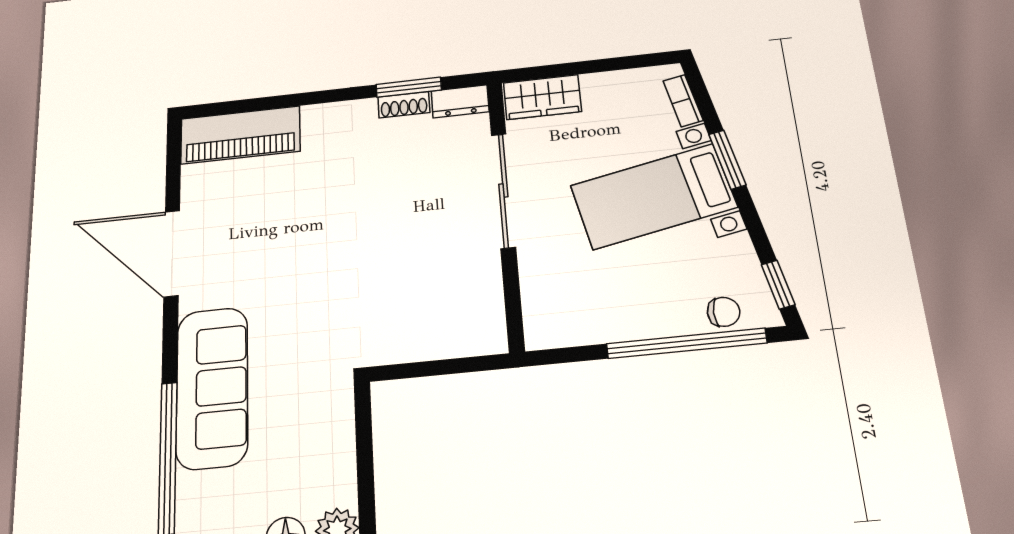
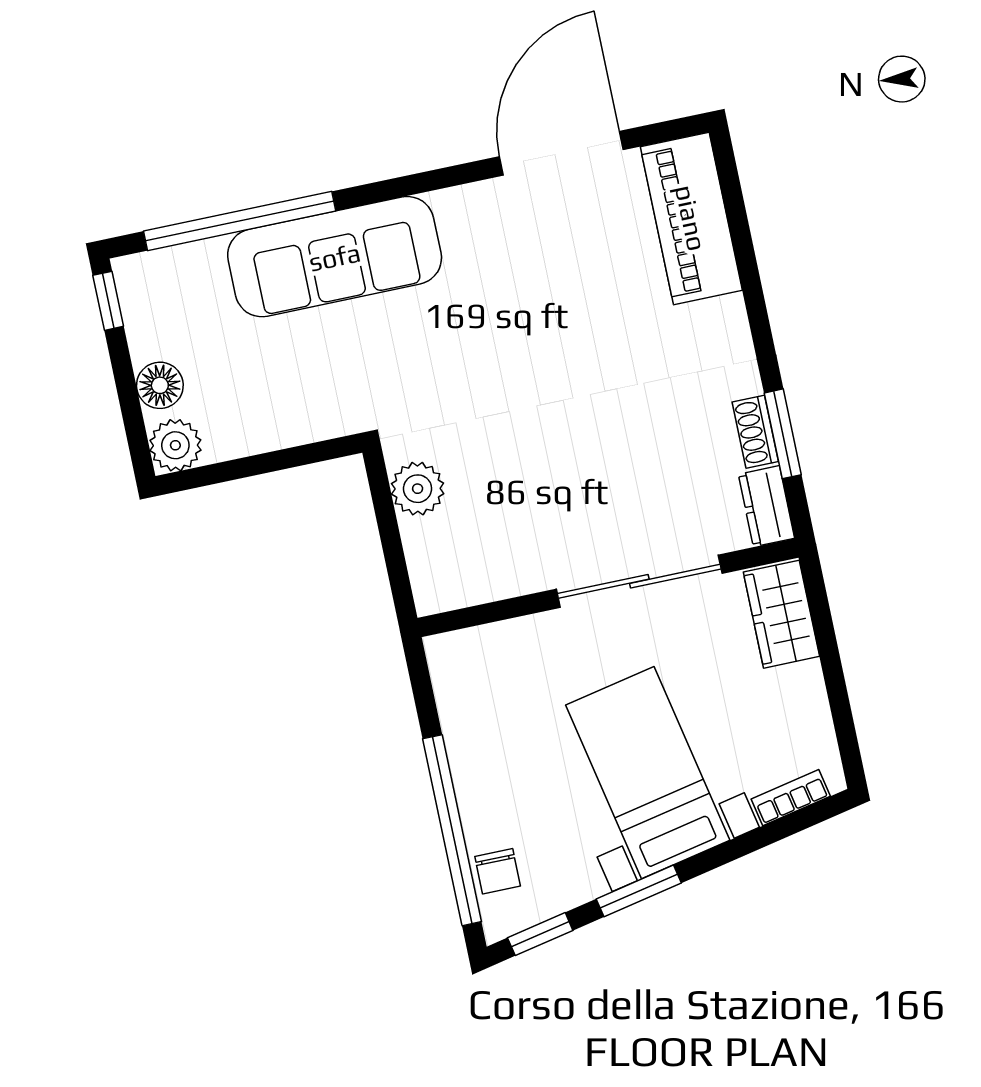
window: (727, 160) -> (639, 891), moved
door: (172, 253) -> (561, 153), moved
plant: (406, 343) -> (418, 489), added

